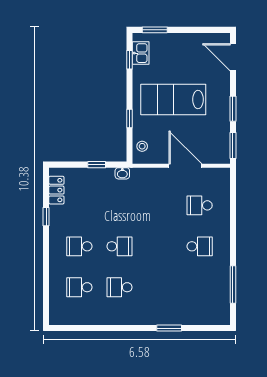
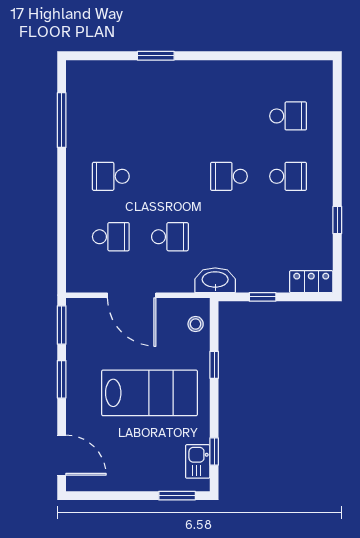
washbasin: (122, 173) -> (215, 280), width x1.91, depth x1.45
locker: (56, 190) -> (311, 282), moved, turned 90
school desk: (119, 287) -> (170, 237), moved

